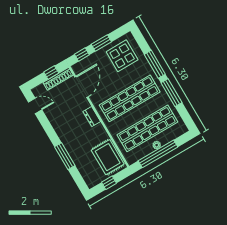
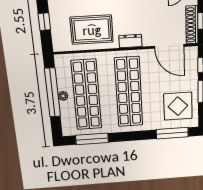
window: (155, 64) -> (172, 133), moved
window: (171, 93) -> (92, 139), moved
rug: (108, 157) -> (92, 30), moved

